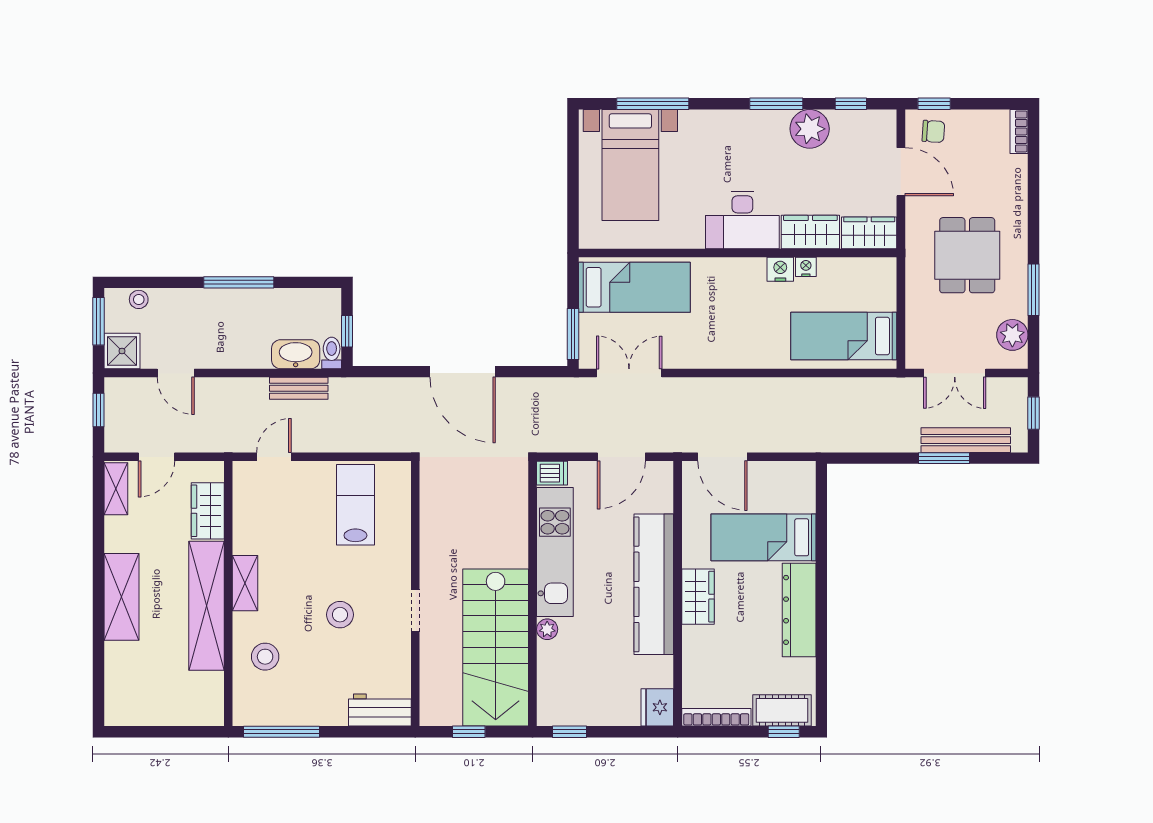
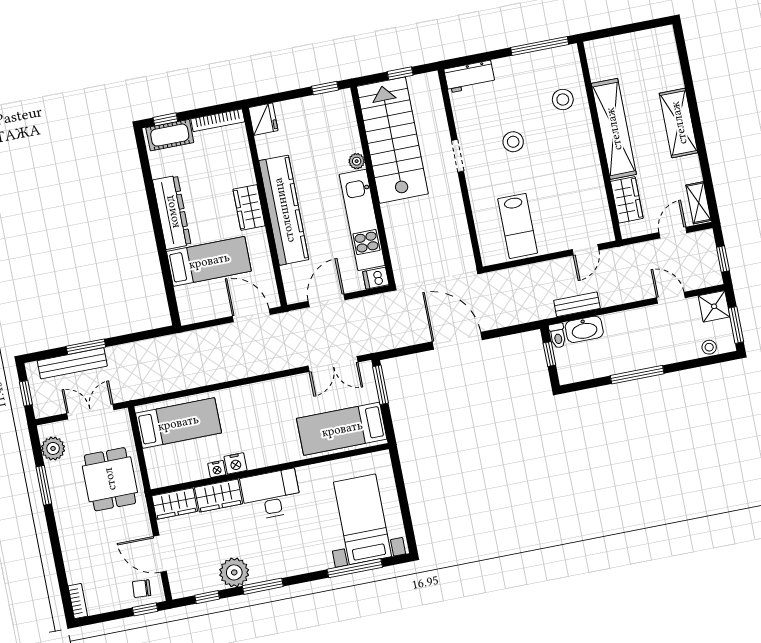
dining table: (967, 255) -> (110, 479), moved
shelving: (245, 583) -> (589, 151), removed

